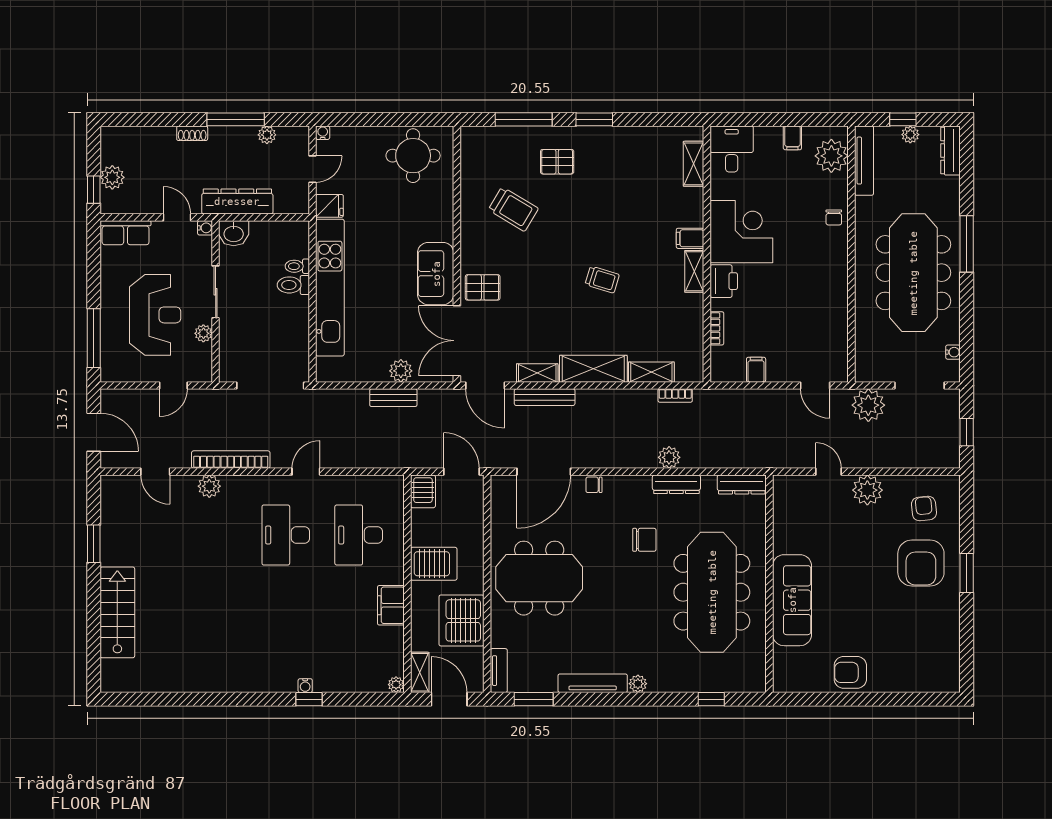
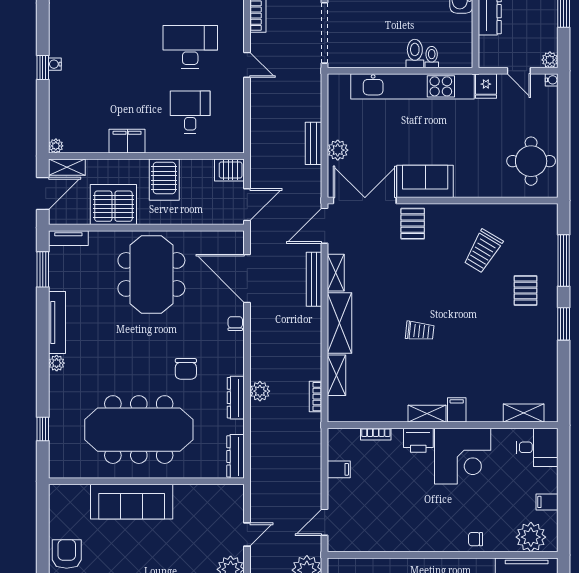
plant: (267, 135) -> (550, 60), moved
trolley: (602, 280) -> (420, 331), turned -101
desk: (359, 535) -> (190, 112), width x0.73

